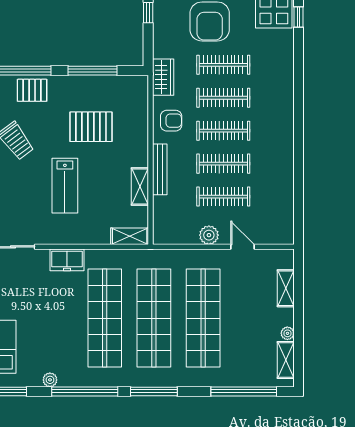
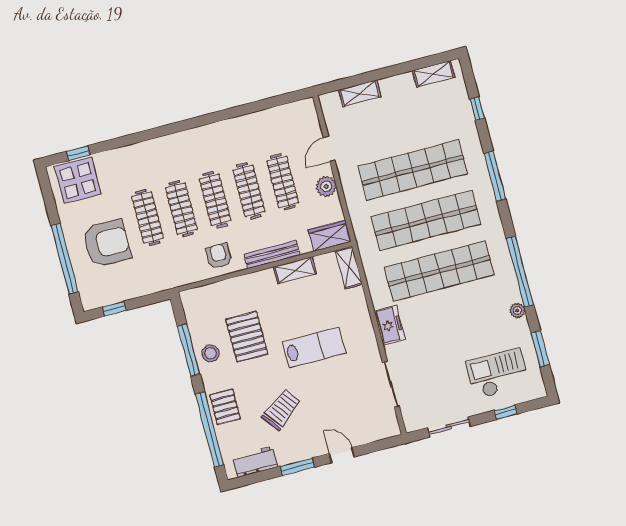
wardrobe: (163, 77) -> (330, 236), moved
stool: (84, 90) -> (210, 353), added
plant: (287, 333) -> (406, 79), removed
window: (154, 391) -> (495, 176), moved
window: (244, 391) -> (477, 109), width x0.32

